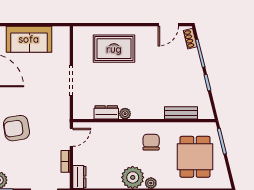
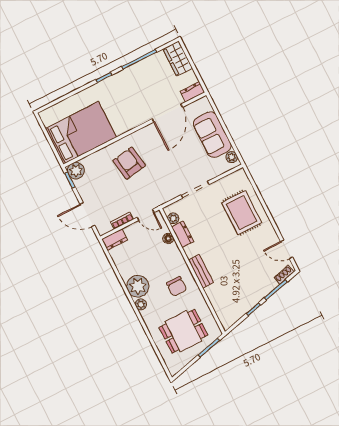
plant: (59, 32) -> (232, 157), added
bench: (181, 113) -> (201, 271), moved
plant: (125, 114) -> (173, 218), moved
floor lamp: (103, 128) -> (168, 238), added
chair: (151, 142) -> (177, 286), turned 90

